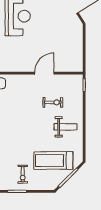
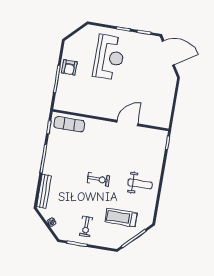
exercise bike: (53, 102) -> (98, 179), moved
treadmill: (53, 160) -> (121, 217), width x0.73, depth x0.73

